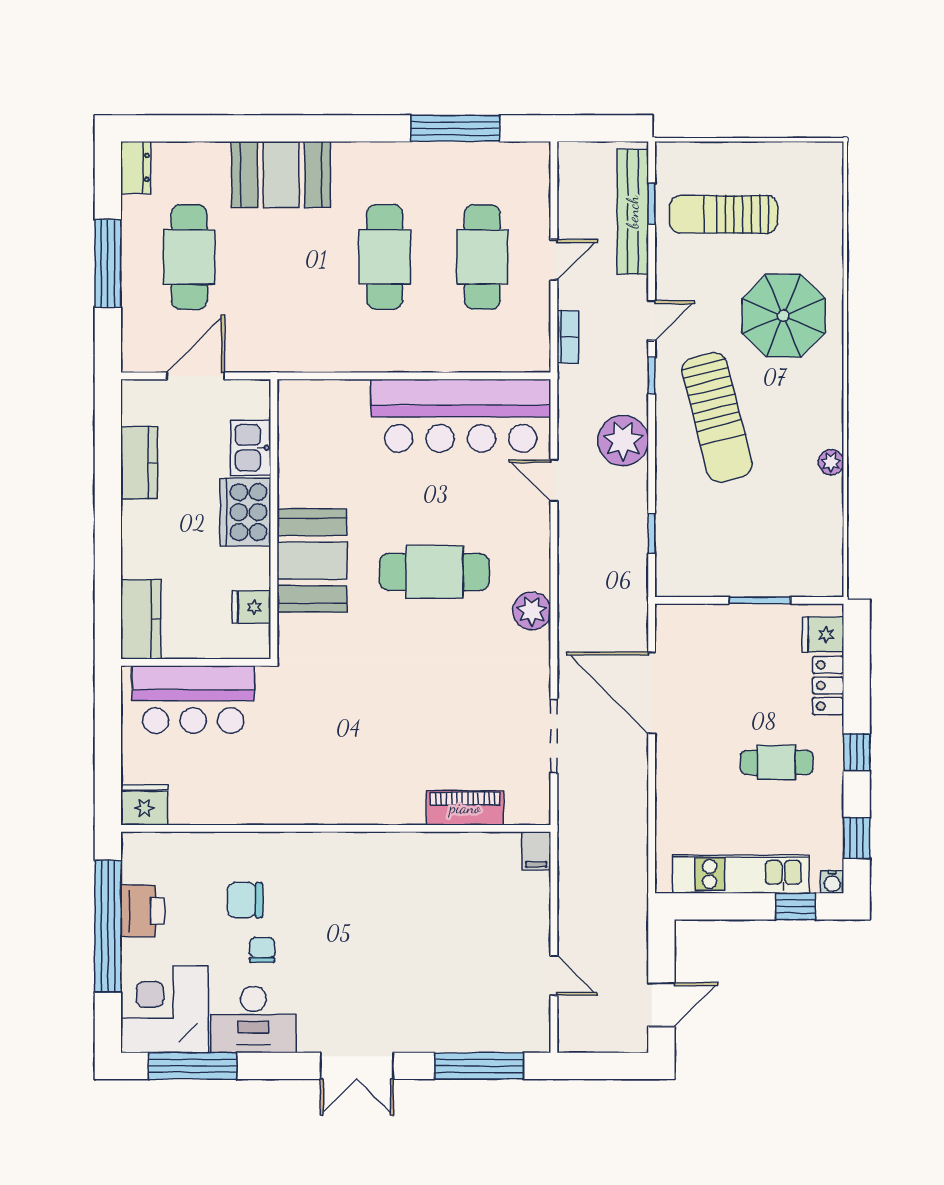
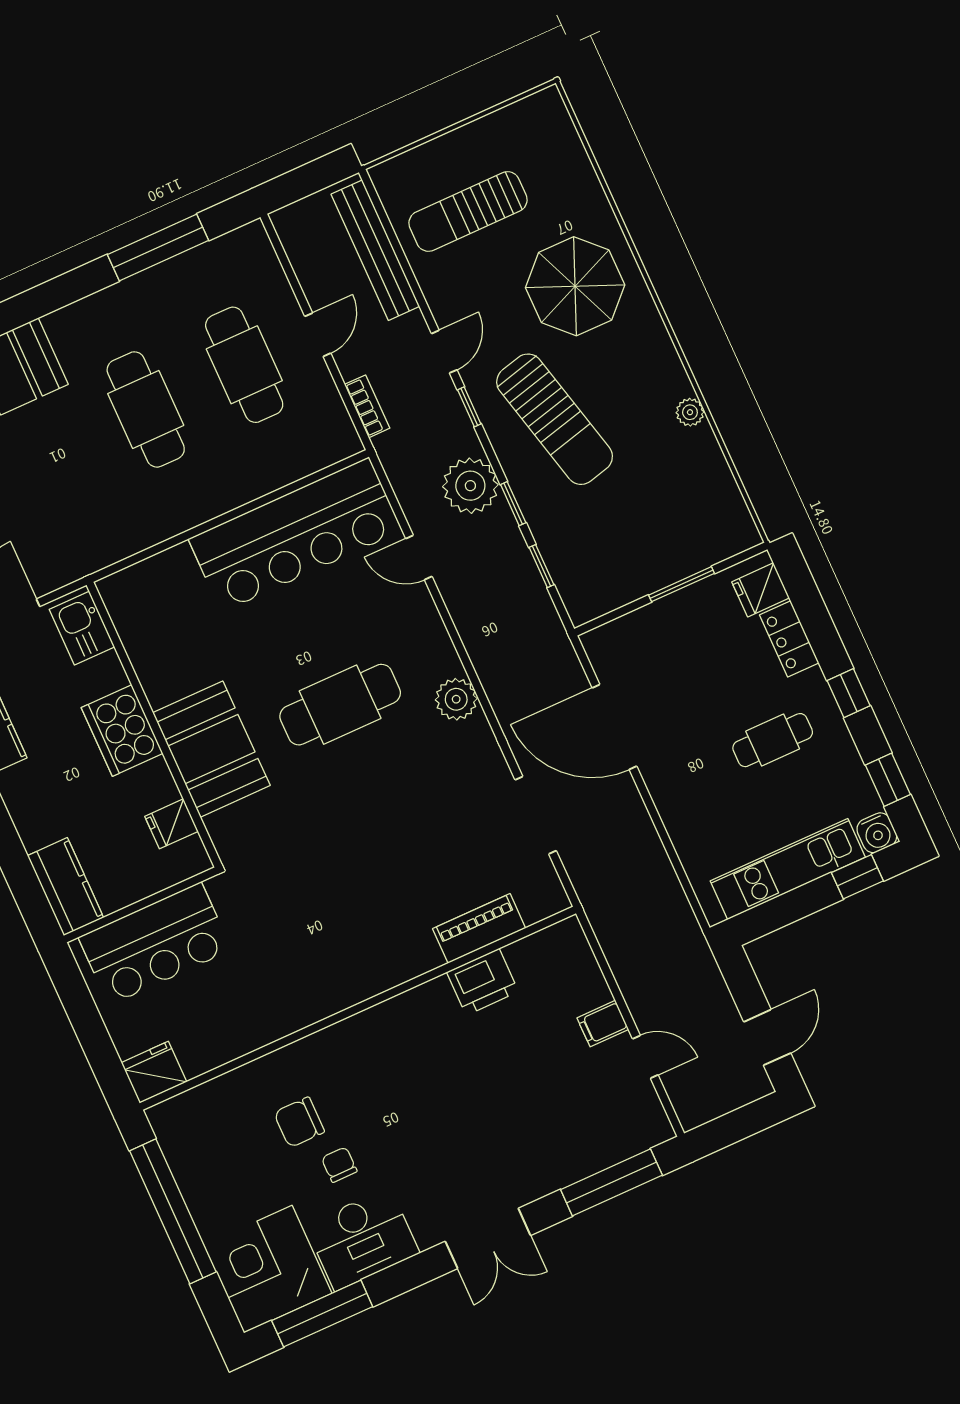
window: (652, 204) -> (513, 504), moved
kitchen sink: (251, 448) -> (82, 628), moved
filing cabinet: (536, 851) -> (603, 1024), moved, turned 90
water cooler: (832, 882) -> (877, 833), width x1.38, depth x1.38
printer: (142, 911) -> (483, 982), moved, turned 90

